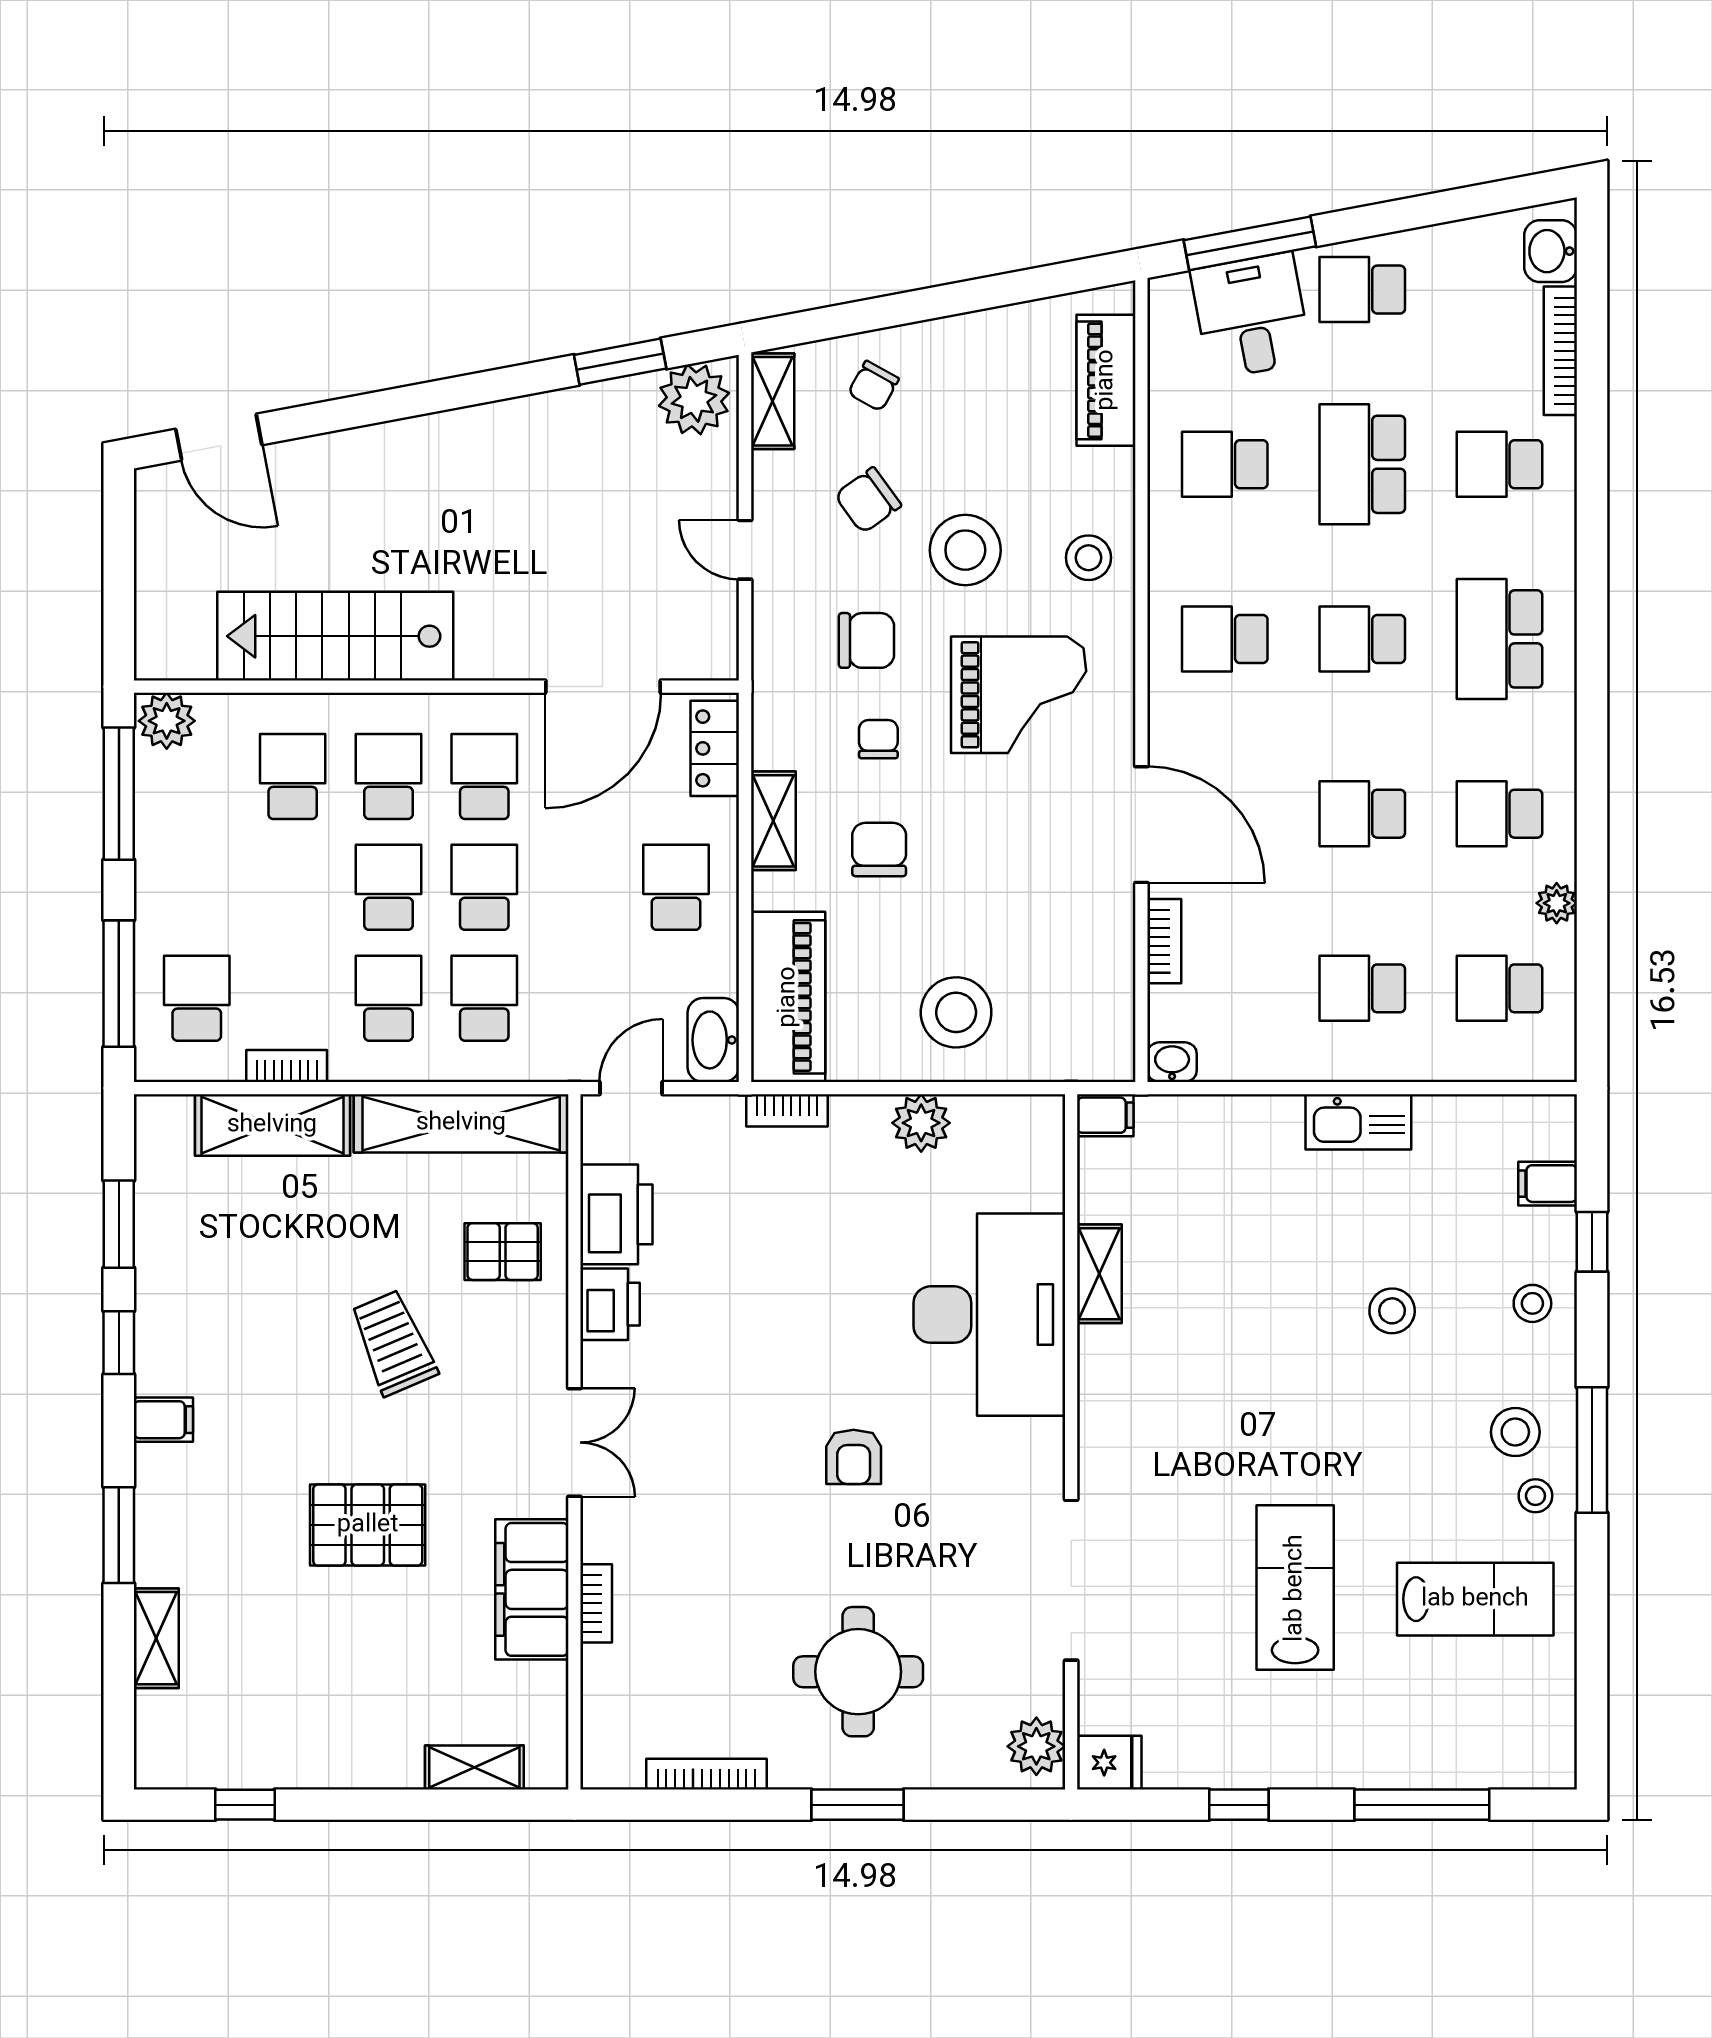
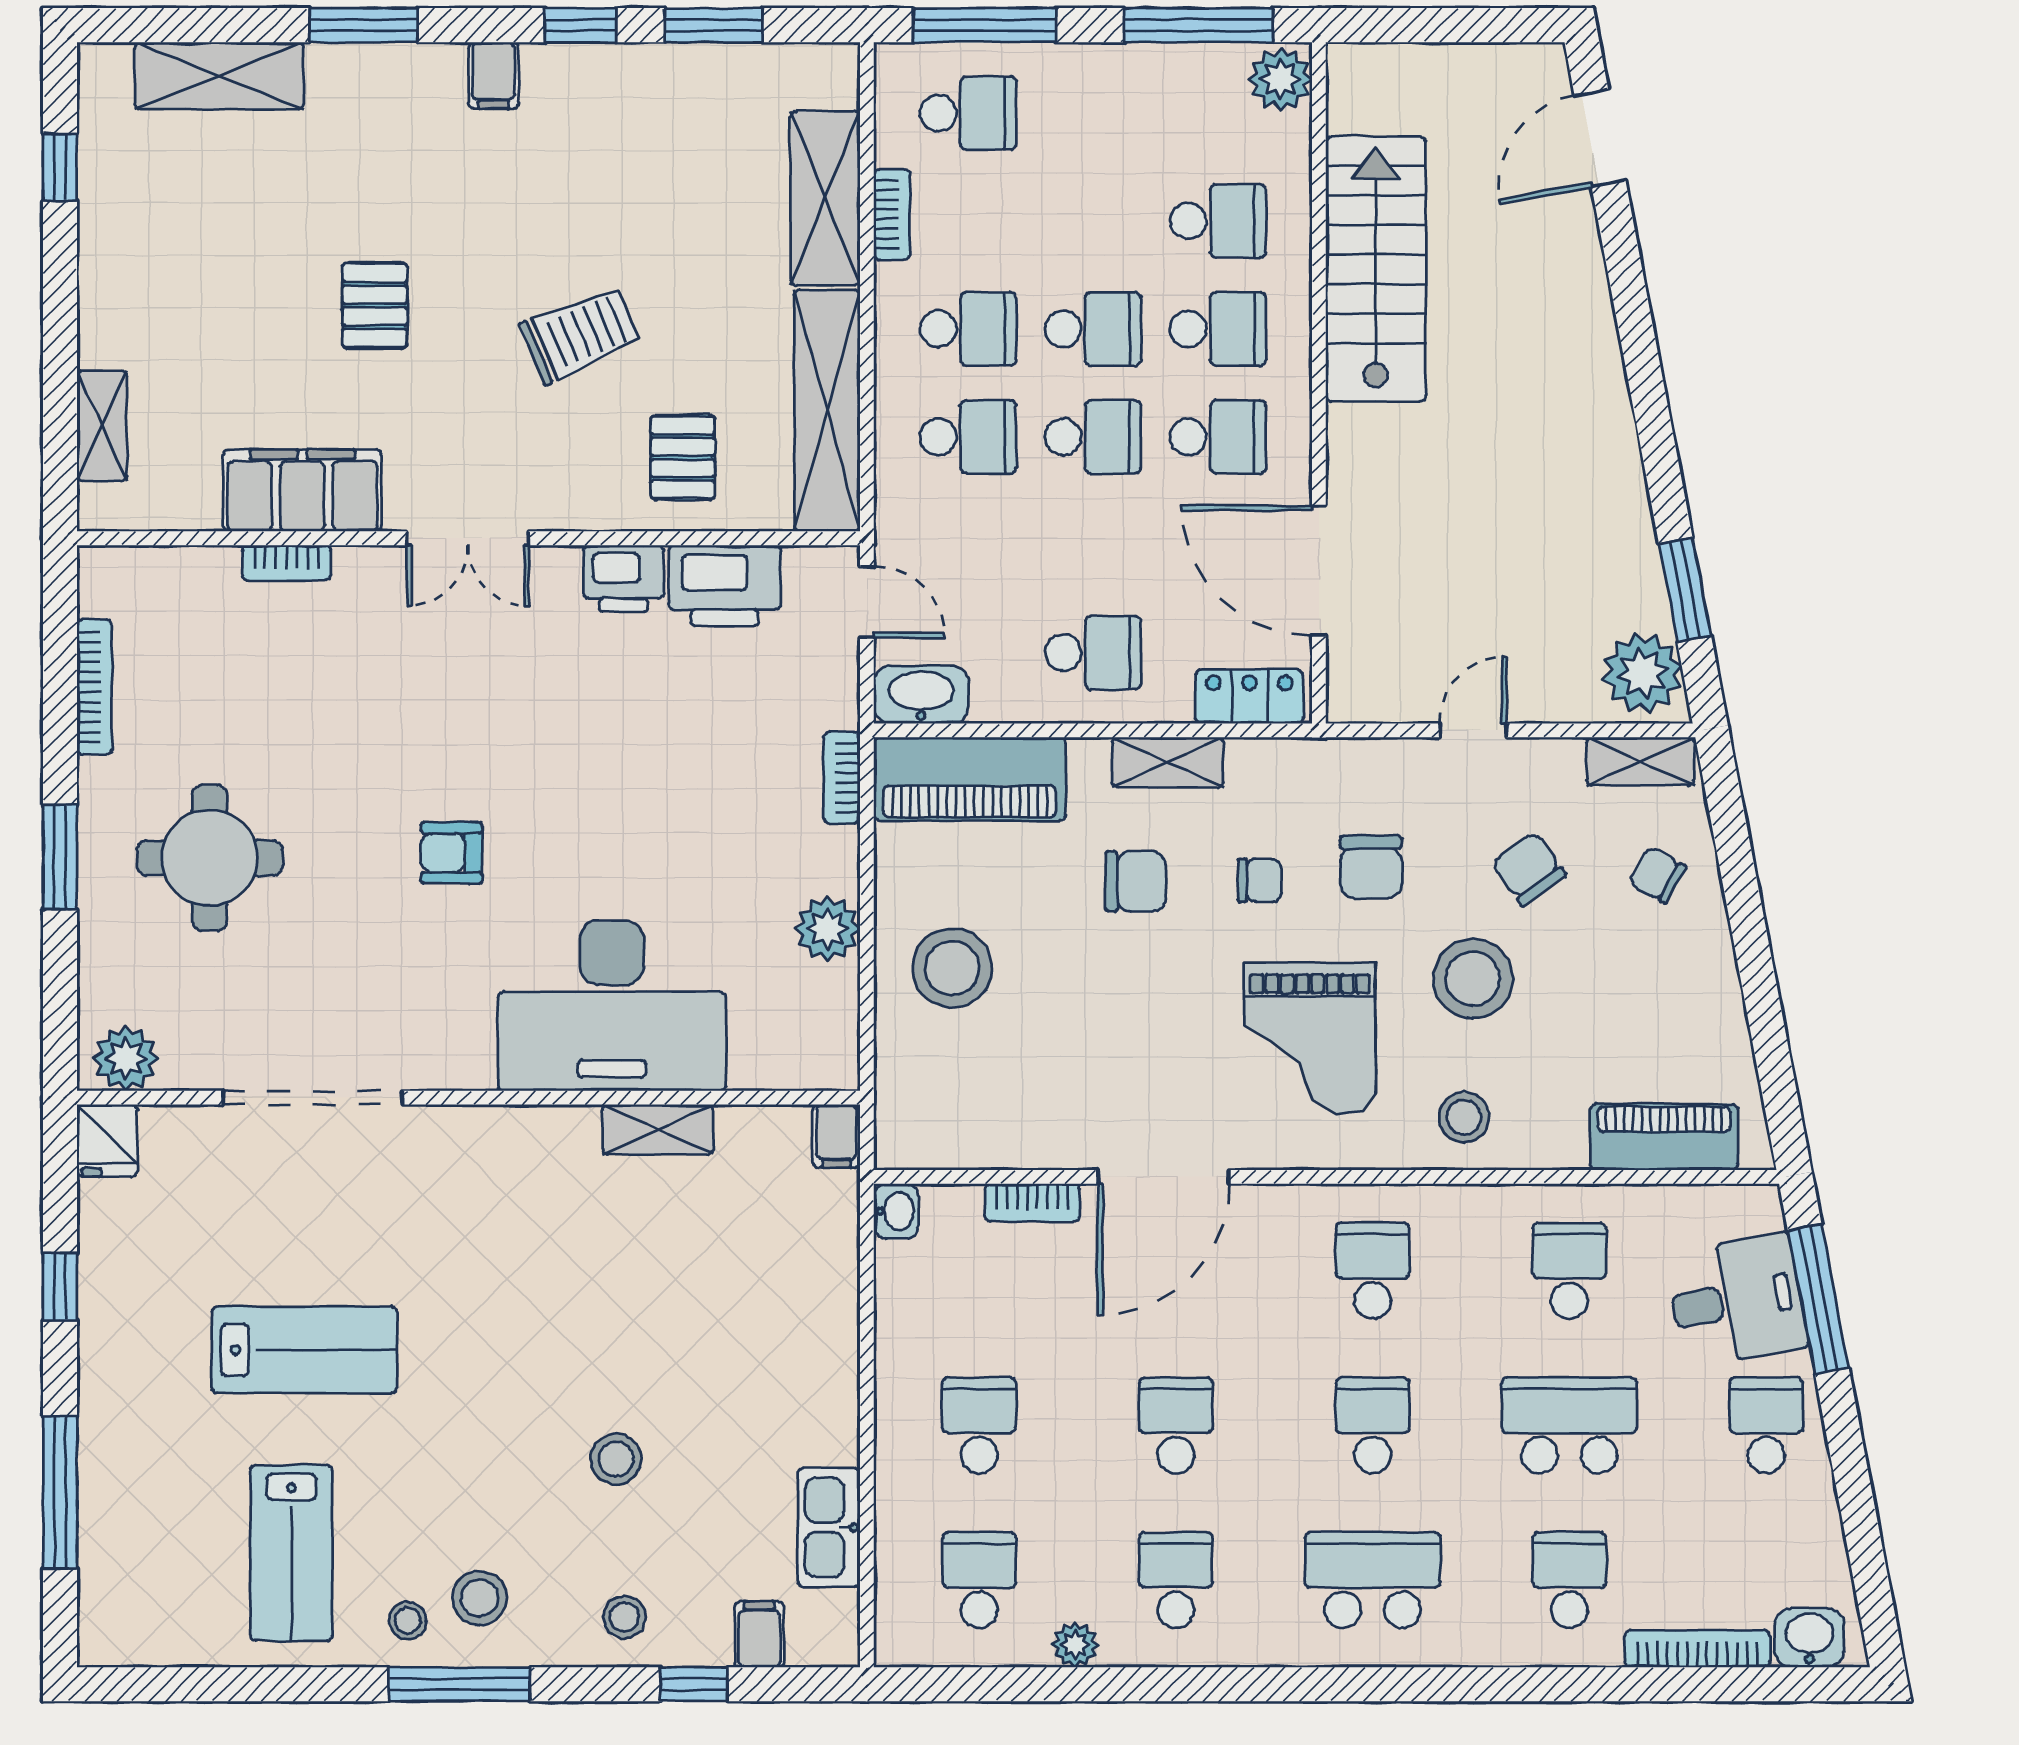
kitchen sink: (1358, 1122) -> (829, 1527), moved
pallet: (368, 1525) -> (375, 306), width x0.67, depth x0.71
shelving: (156, 1638) -> (219, 76), width x1.50, depth x1.33

